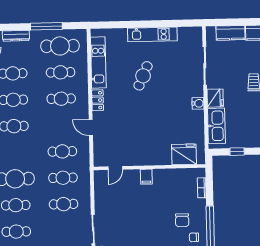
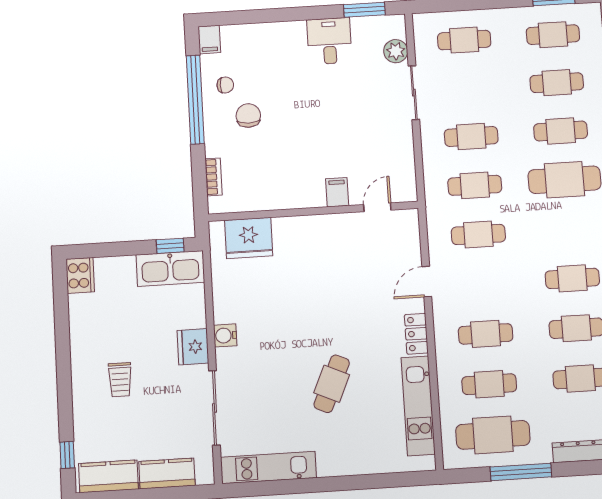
kitchen unit: (152, 34) -> (268, 468), moved
kitchen sink: (216, 126) -> (170, 268), moved, turned -90
door: (91, 128) -> (427, 282), swing flipped
window: (237, 152) -> (170, 246), moved
filing cabinet: (146, 177) -> (337, 192), moved

